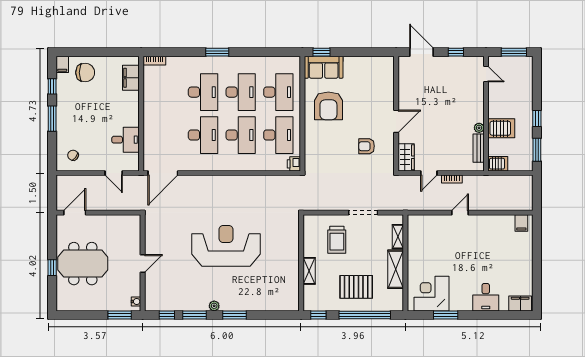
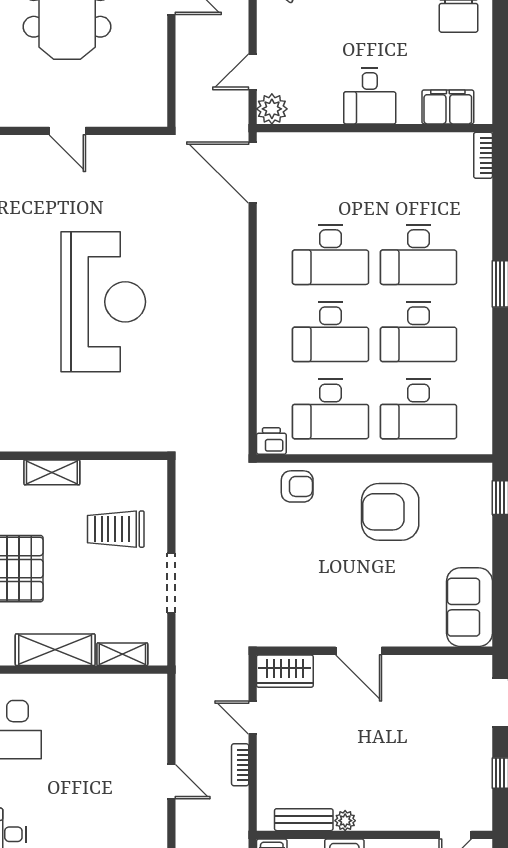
sofa: (324, 67) -> (469, 607), moved
desk: (126, 140) -> (370, 96), moved
armchair: (367, 146) -> (297, 486), moved, turned 90
plant: (132, 164) -> (272, 109), added

